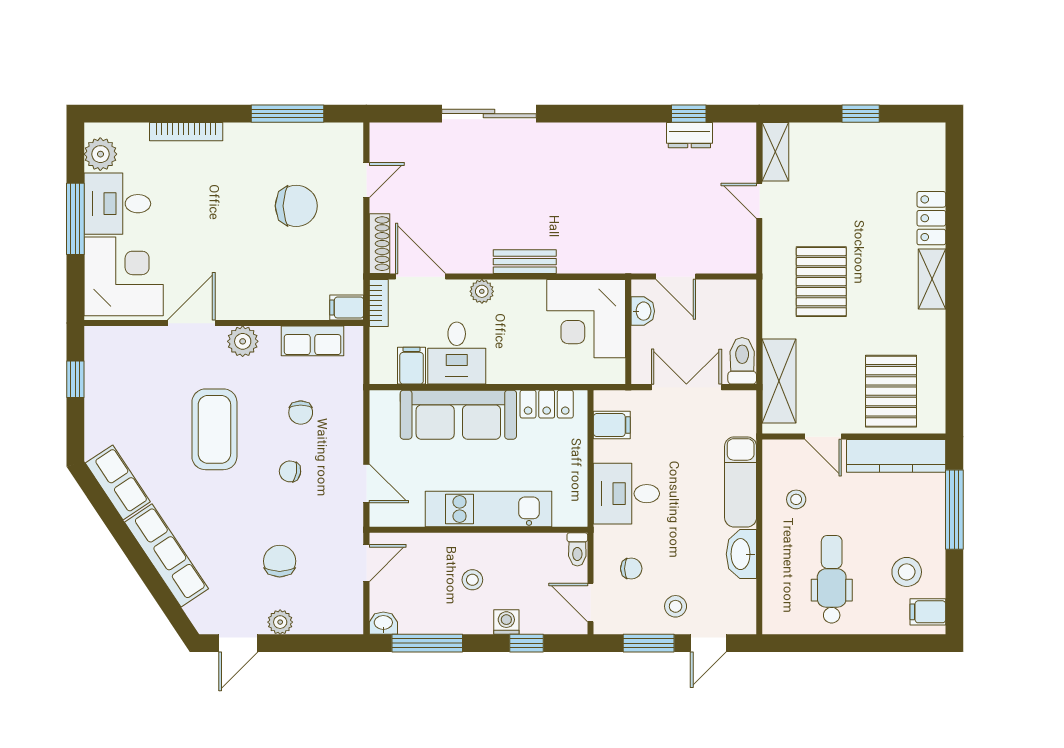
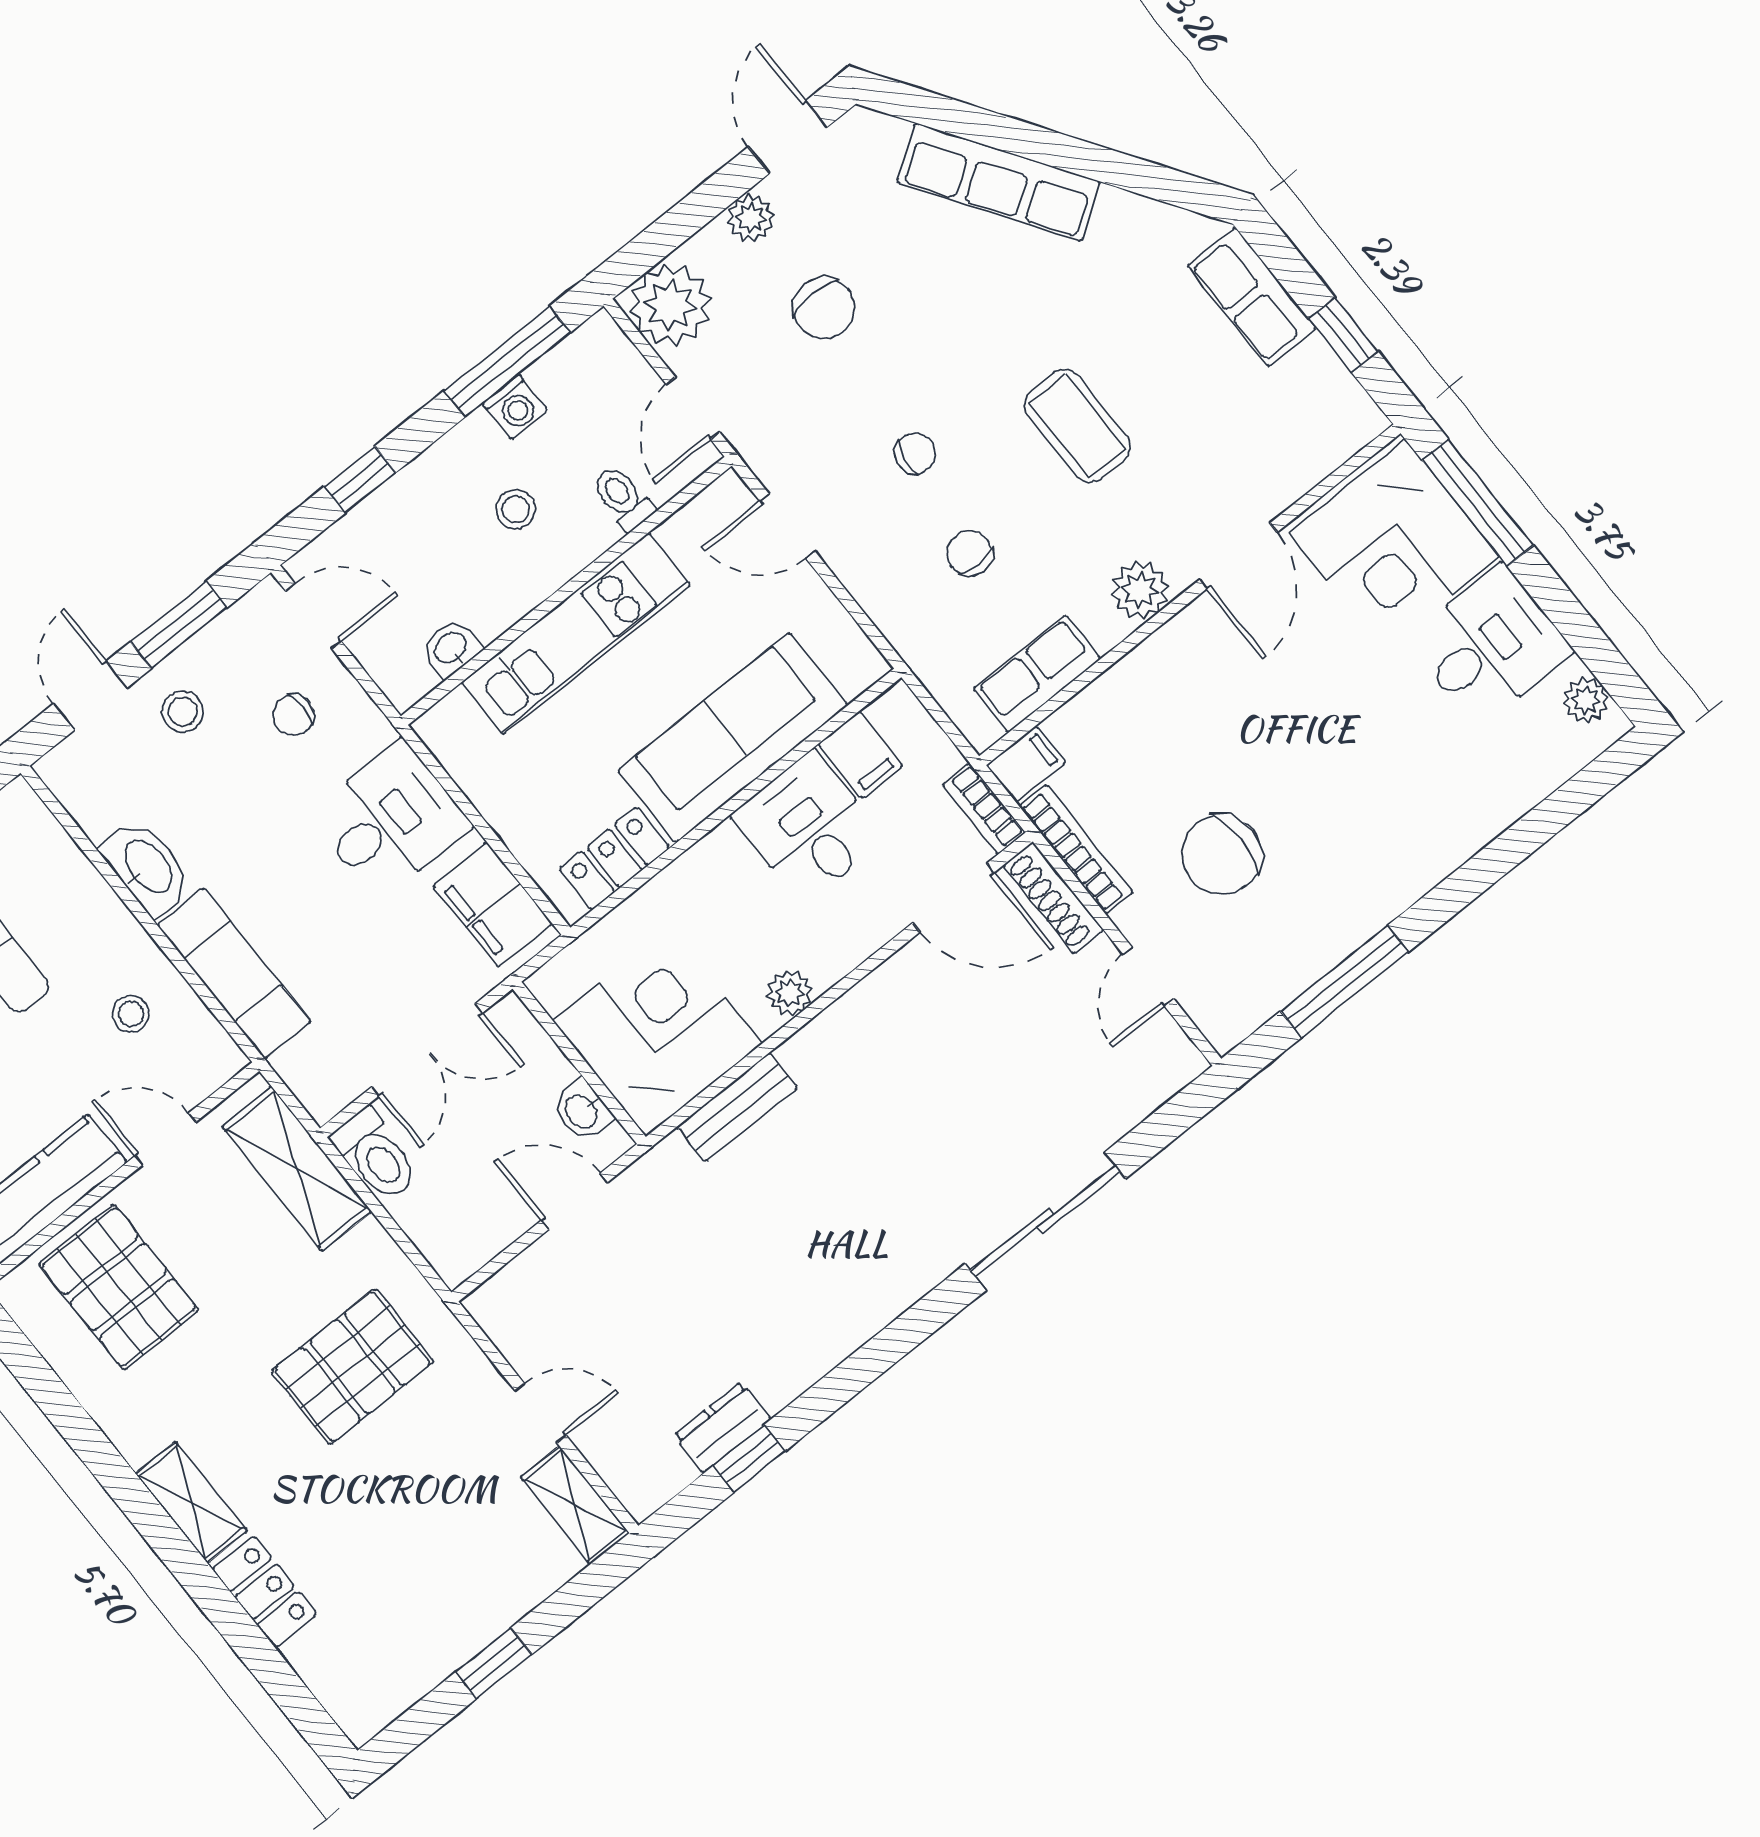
bookcase: (186, 132) -> (1076, 849), moved, turned 90
plant: (100, 154) -> (1586, 700), width x0.73, depth x0.73
window: (75, 219) -> (1478, 503), moved
bench: (525, 262) -> (737, 1107), moved
pallet: (821, 282) -> (352, 1367), turned 90
plant: (482, 291) -> (789, 993), moved
filing cabinet: (612, 425) -> (493, 905), width x2.00
coffee table: (214, 429) -> (1077, 426), width x0.73, depth x0.76
row of seats: (118, 482) -> (1252, 297), moved, turned 34
toilet: (577, 549) -> (623, 498), moved
plant: (342, 613) -> (670, 305), added
washing machine: (506, 622) -> (515, 407), moved
washbasin: (383, 623) -> (451, 648), moved, turned 180

